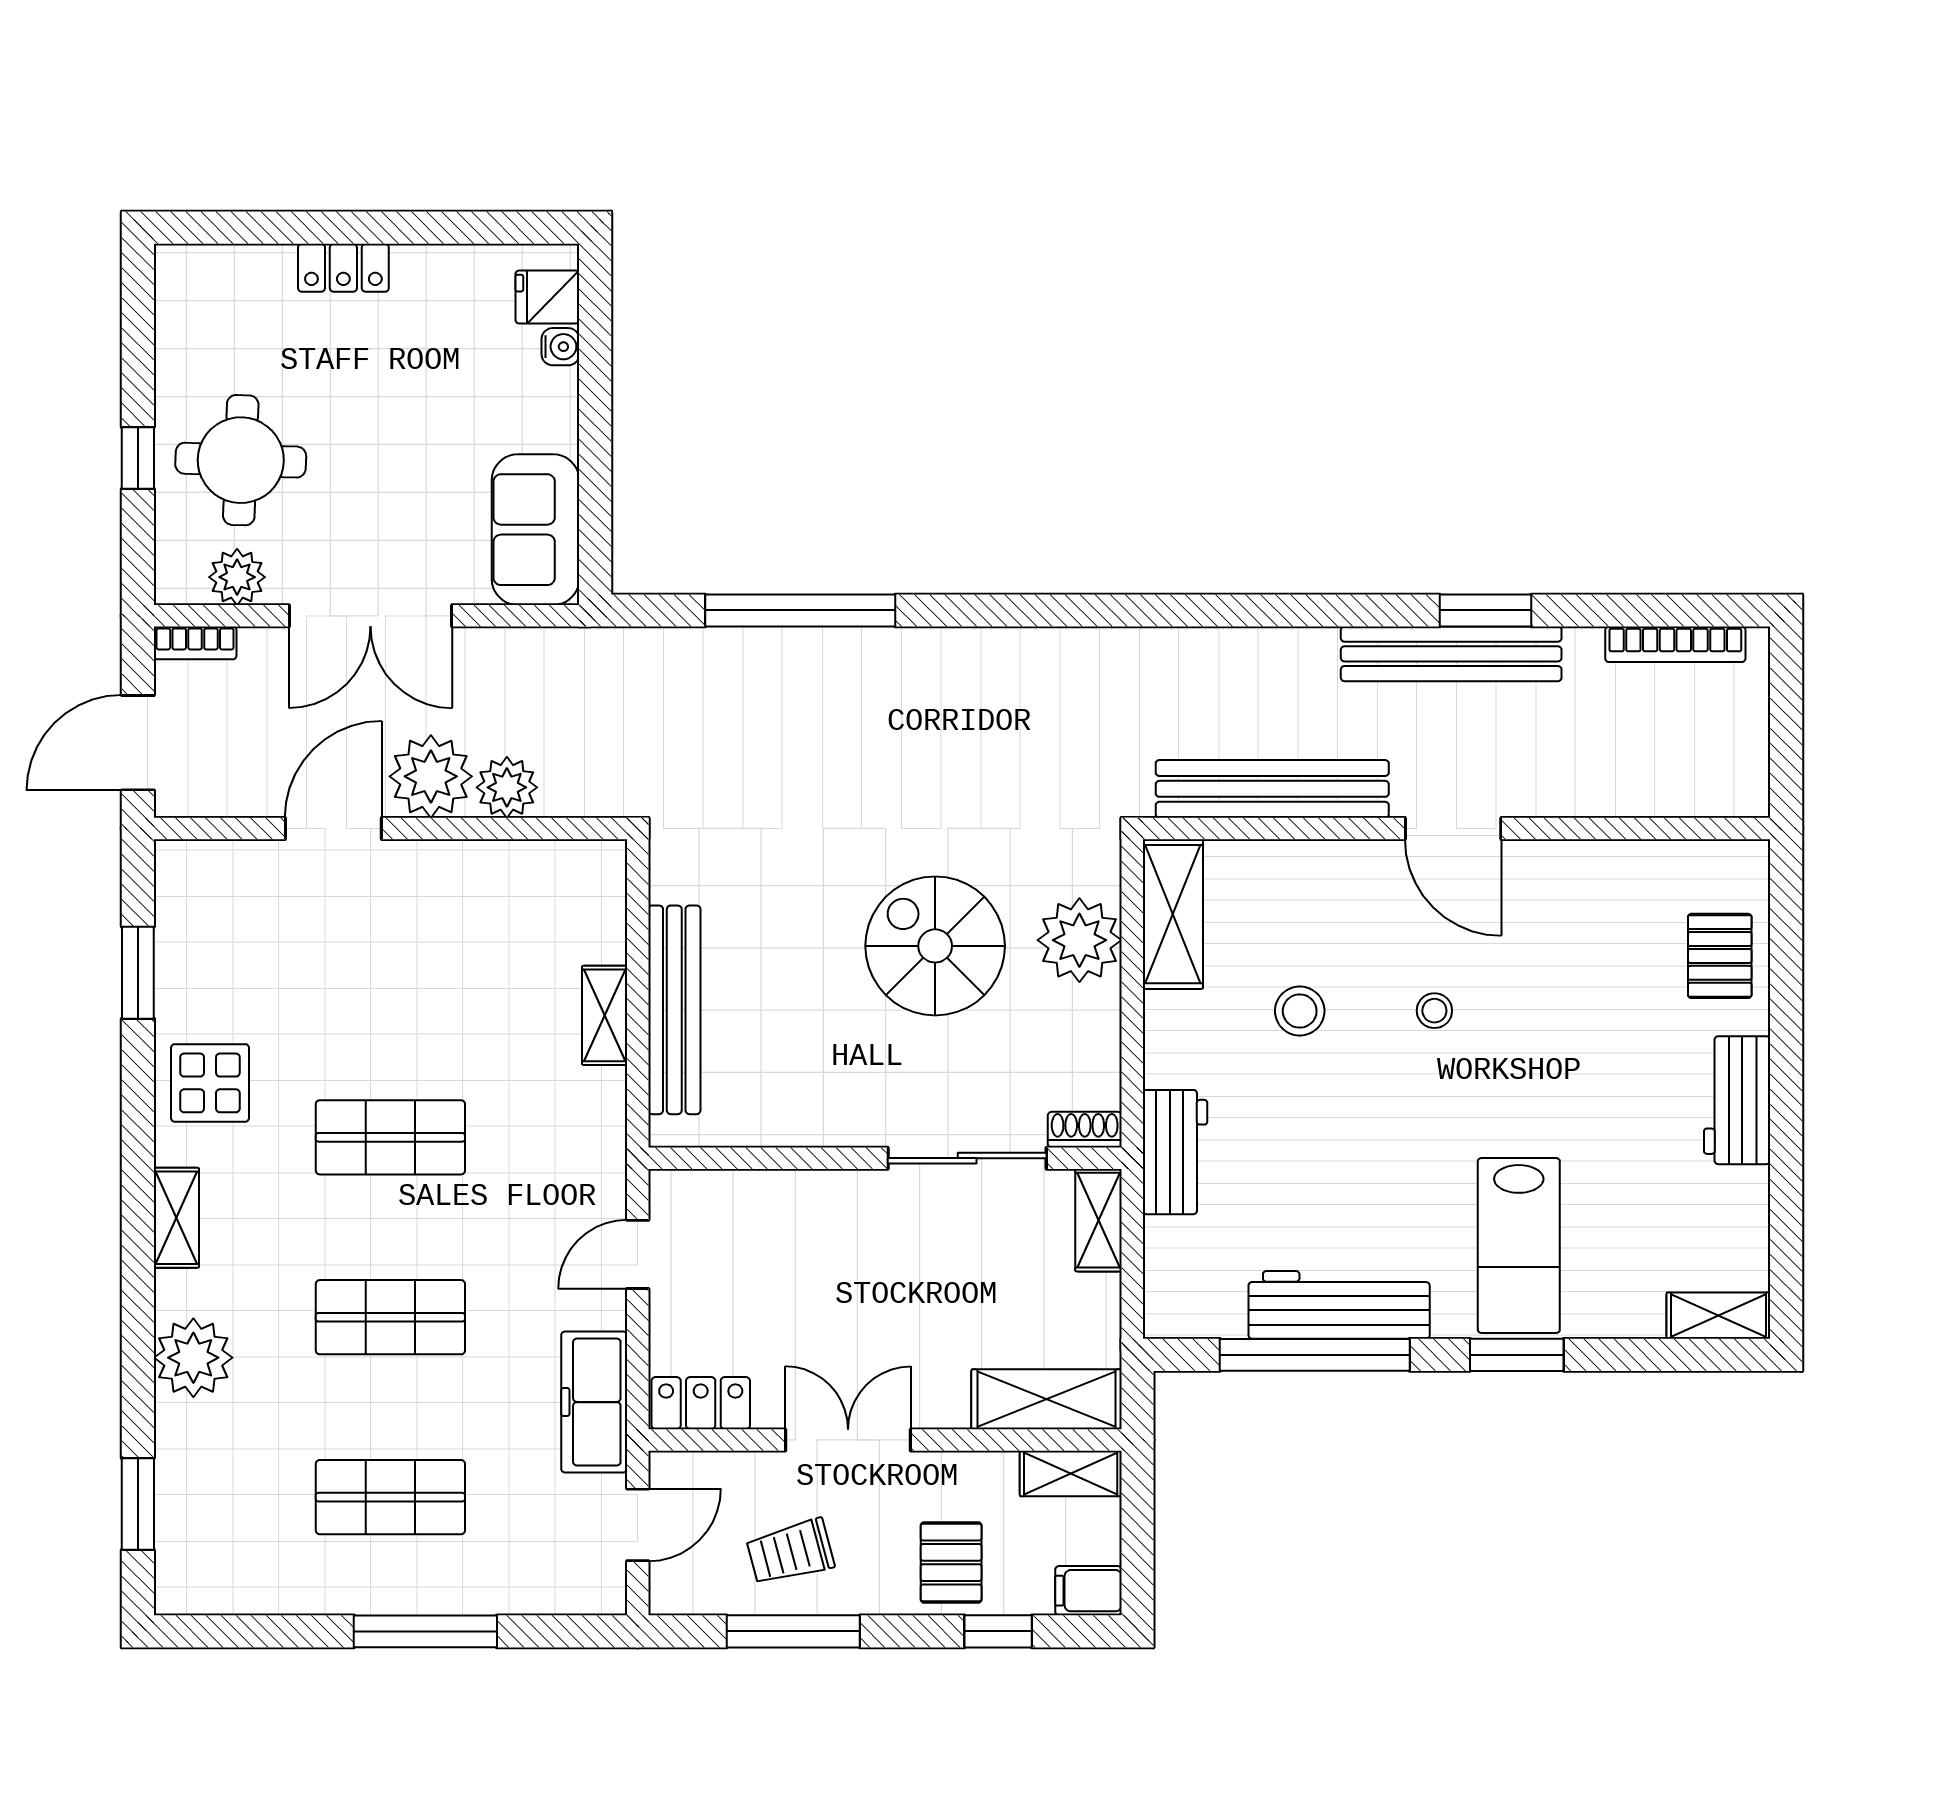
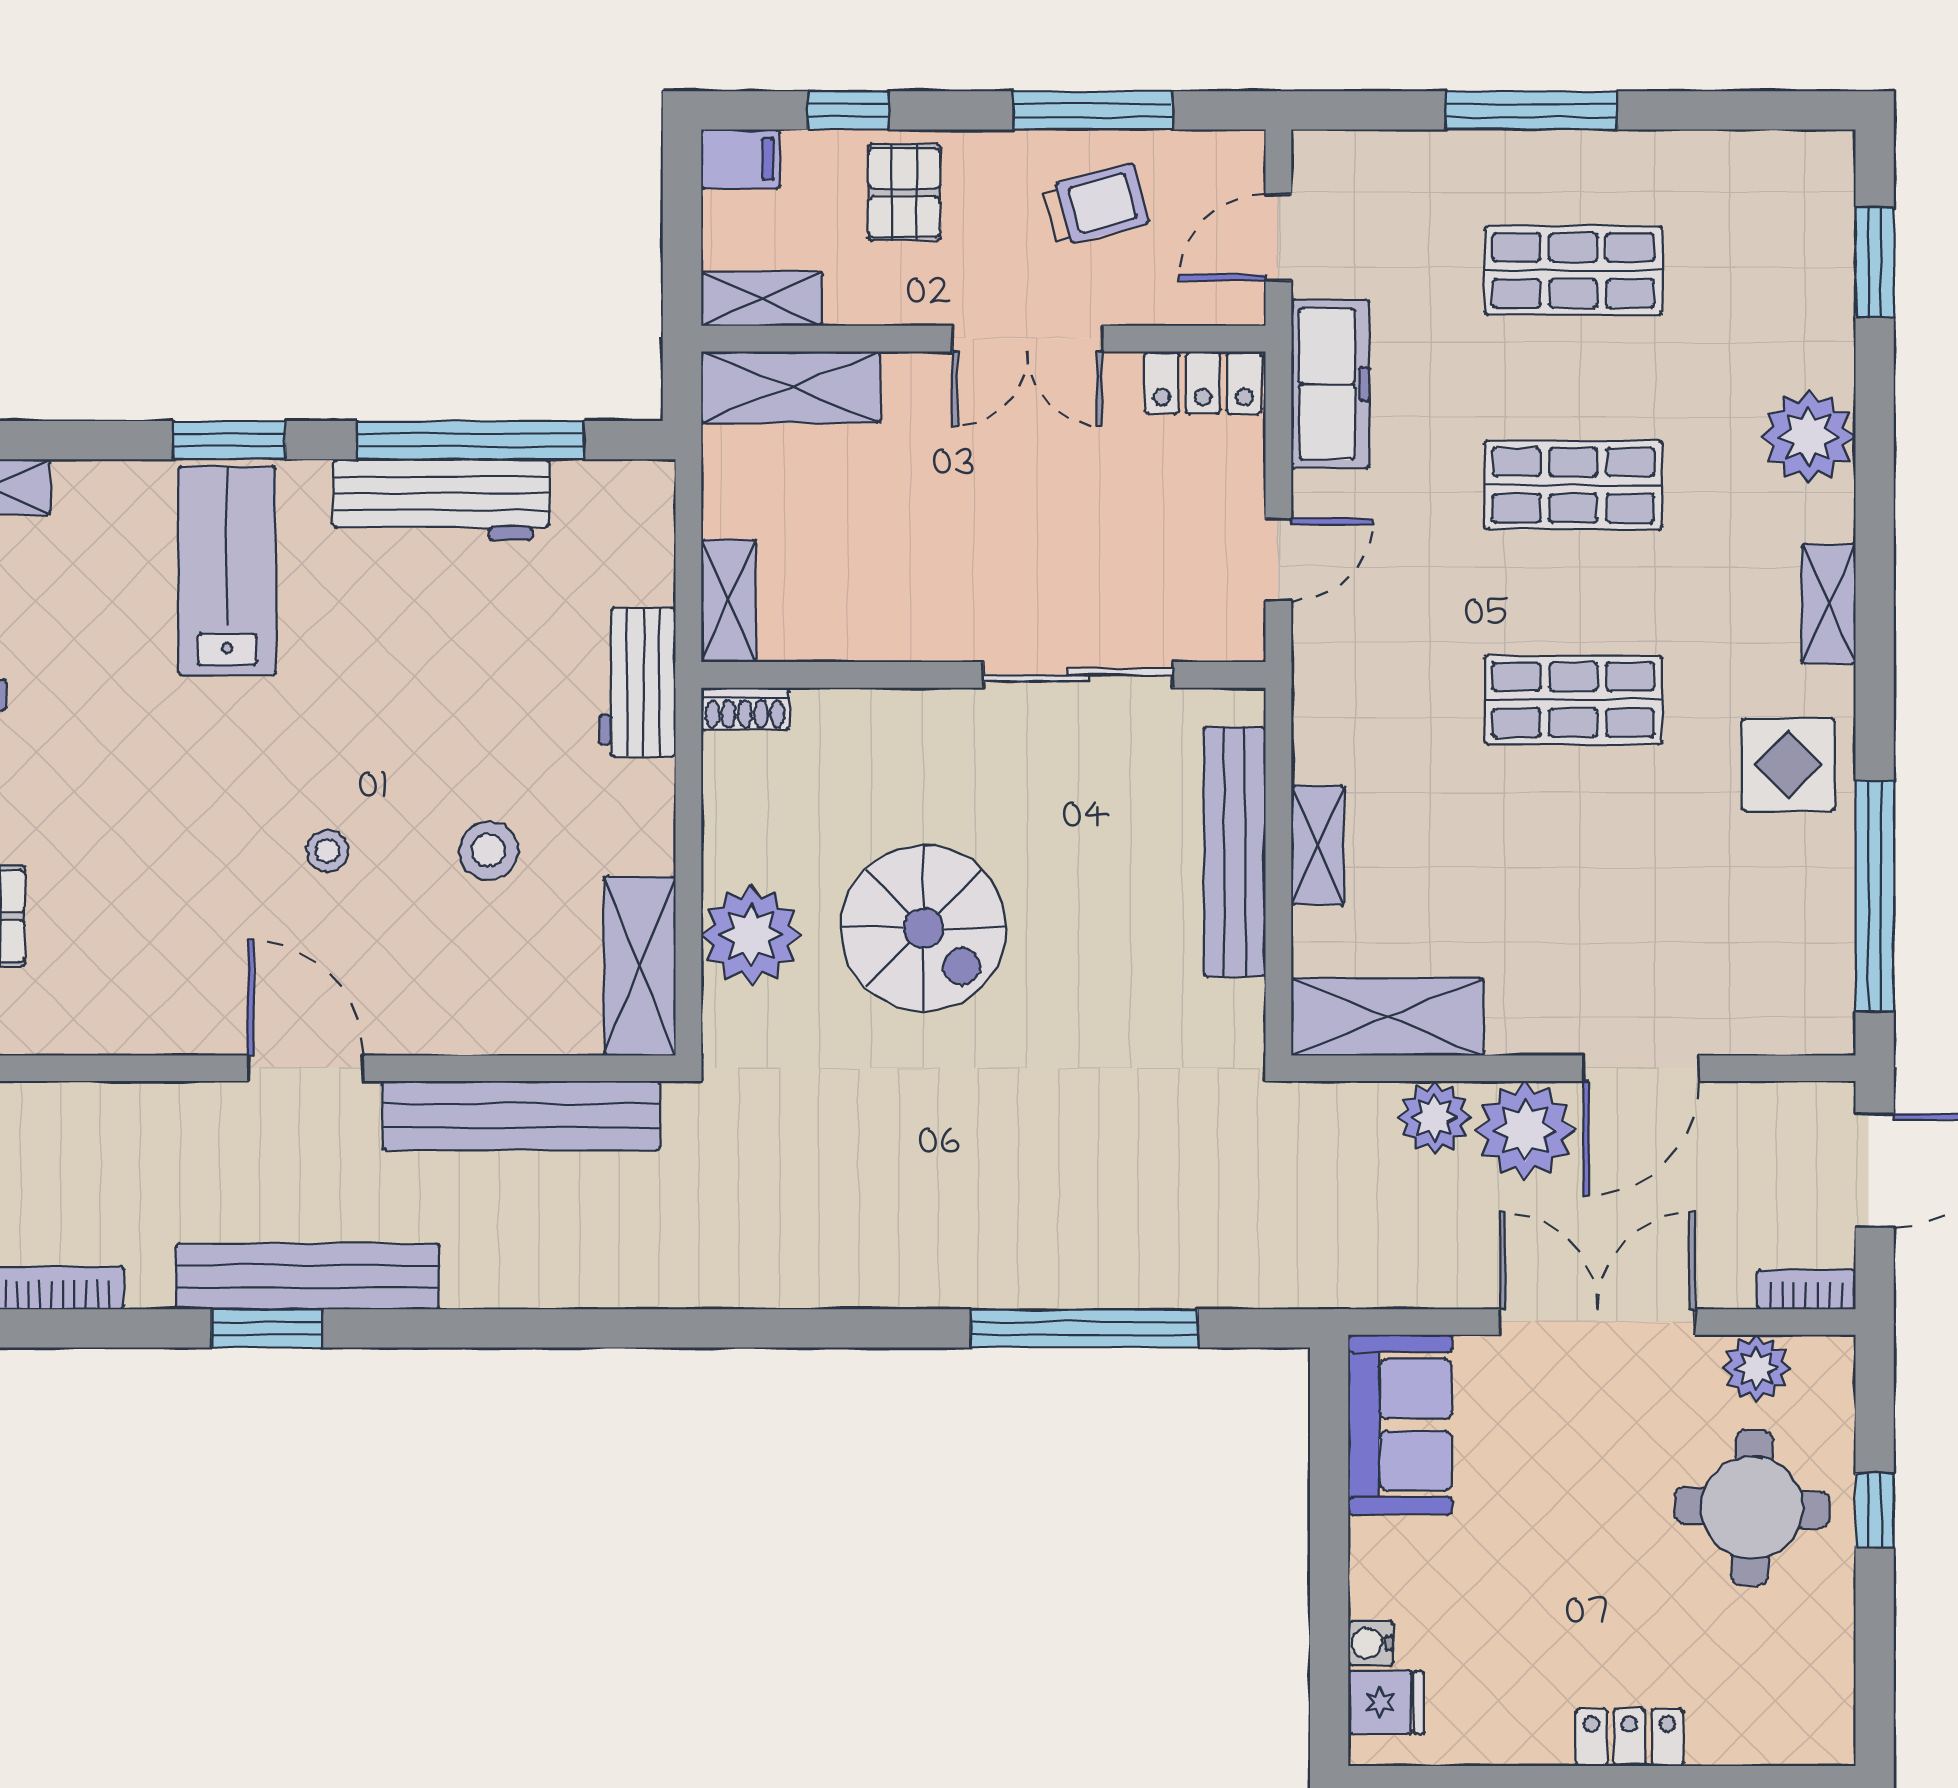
shelving: (546, 871) -> (1387, 1017), added
window: (138, 973) -> (1875, 896), width x2.11
sliding door: (967, 1158) -> (1078, 675), moved

